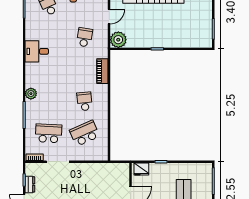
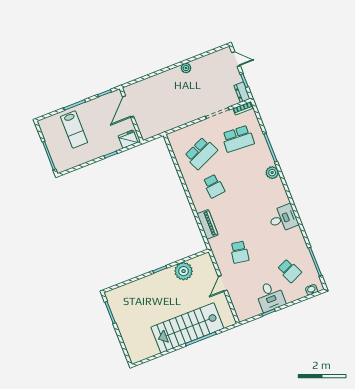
plant: (118, 40) -> (184, 271), moved
dresser: (30, 184) -> (242, 92), moved

